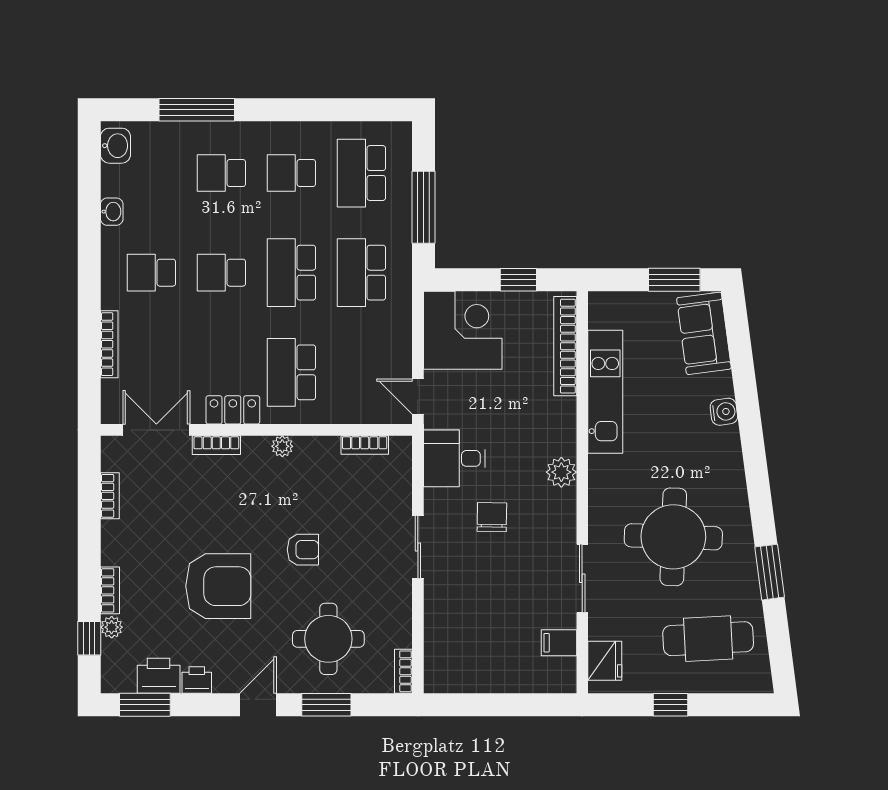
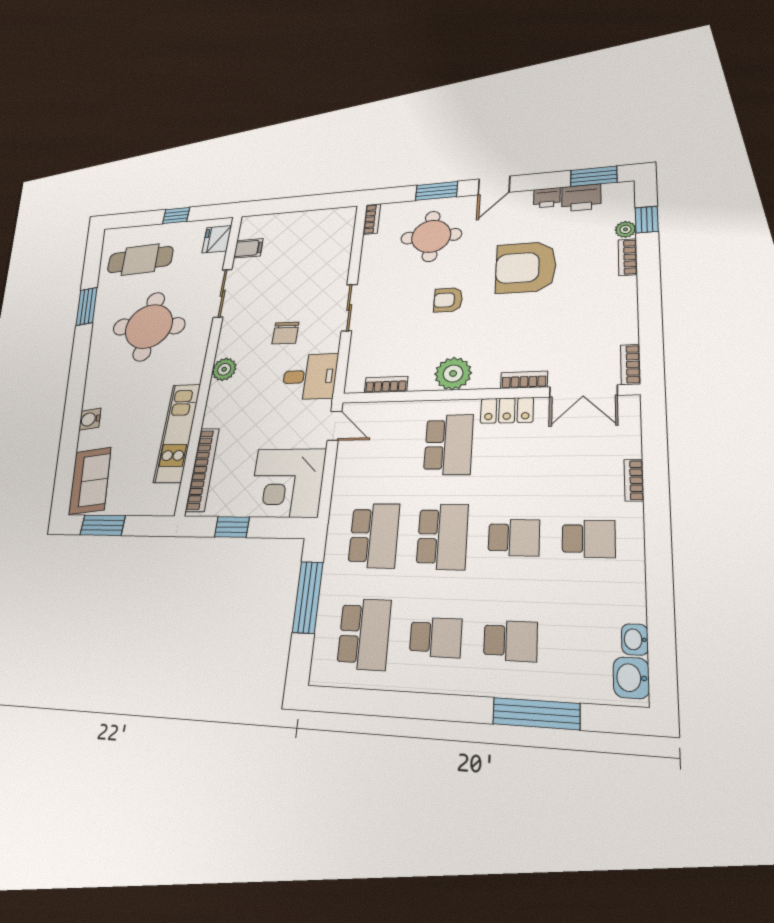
washbasin: (112, 212) -> (635, 639), moved
bookcase: (109, 344) -> (634, 480), width x0.64
plant: (282, 446) -> (453, 374), width x1.88, depth x1.88
bookcase: (110, 496) -> (630, 364), moved

